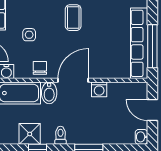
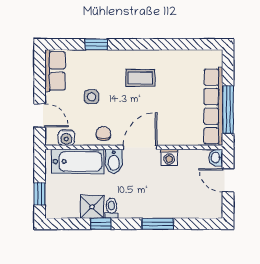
coffee table: (73, 18) -> (140, 78), turned 90
toilet: (60, 135) -> (111, 208), moved
washbasin: (141, 137) -> (216, 158), moved

